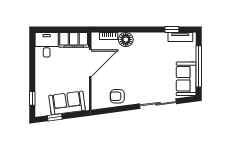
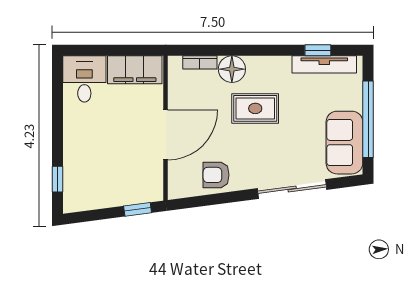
tv unit: (180, 37) -> (324, 64), width x1.41
rug: (138, 61) -> (255, 108), added
door: (90, 63) -> (166, 135), moved
sofa: (67, 103) -> (122, 187), removed
window: (55, 117) -> (138, 209), moved

